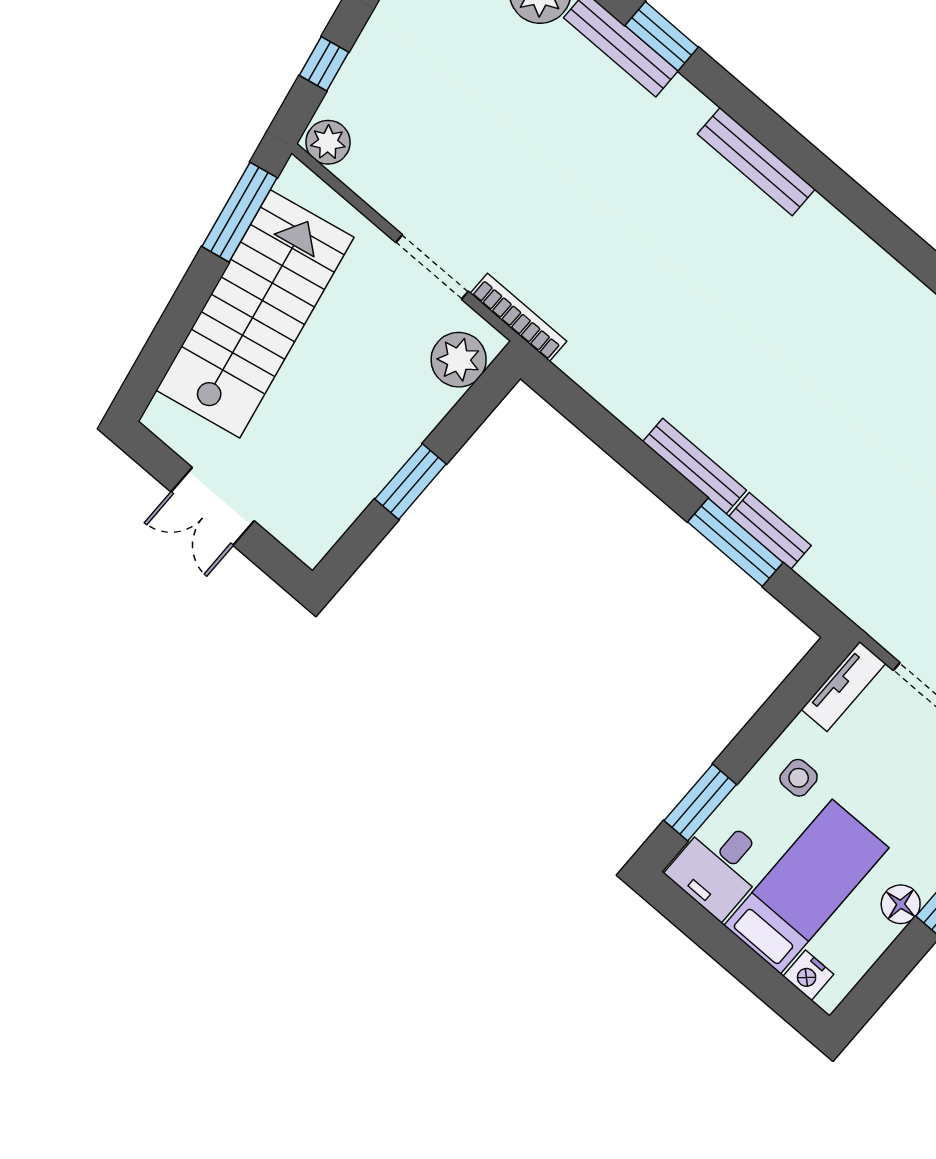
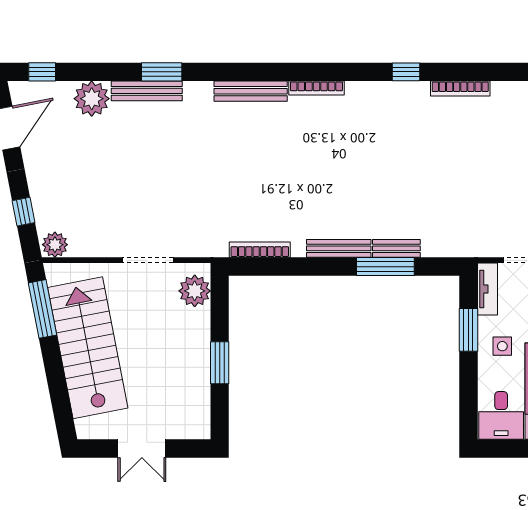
bookcase: (846, 231) -> (316, 88), added
bookcase: (518, 317) -> (260, 250), moved
window: (700, 803) -> (468, 330), moved

